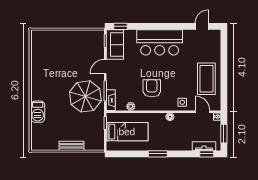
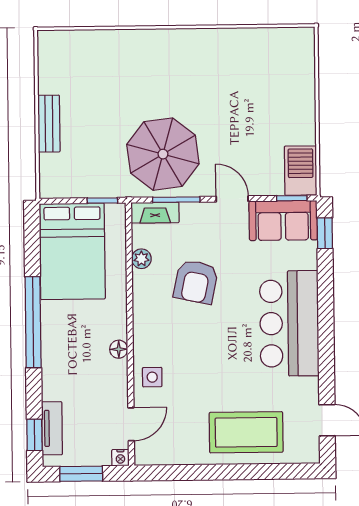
coffee table: (206, 79) -> (246, 432), moved
armchair: (152, 88) -> (196, 282), moved, turned 102
barbecue: (38, 112) -> (301, 171), moved, turned 90
bed: (127, 132) -> (72, 251), width x1.50
window: (158, 154) -> (33, 322), width x2.11

